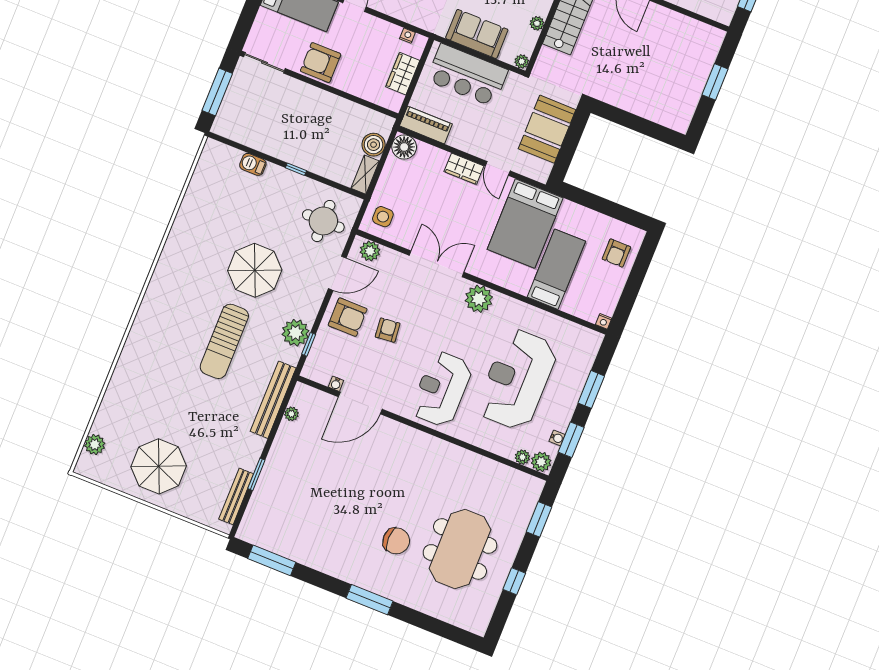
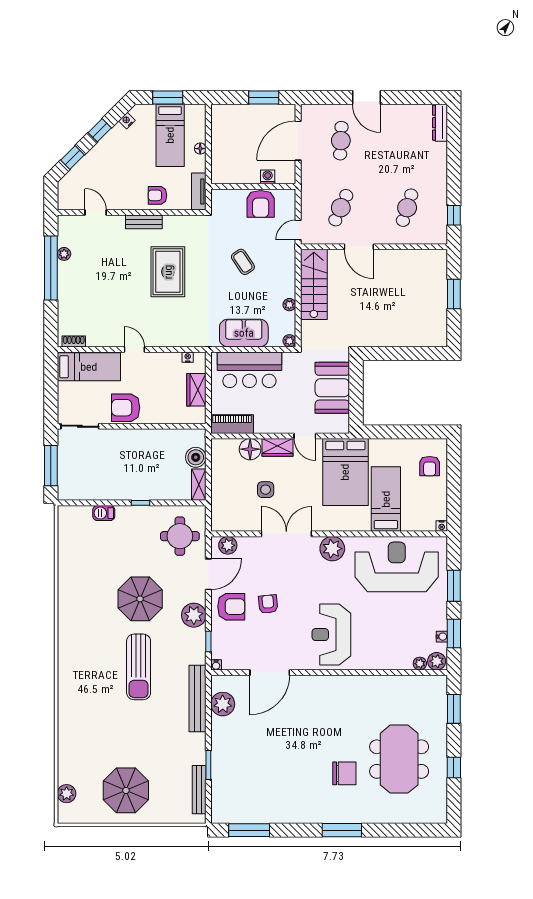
floor lamp: (404, 147) -> (250, 449), moved
side table: (383, 217) -> (266, 490), moved
plant: (295, 333) -> (194, 615), moved
reception desk: (517, 379) -> (397, 567), moved, turned 90
water cooler: (336, 384) -> (216, 665), moved
plant: (291, 414) -> (223, 704), width x1.87, depth x1.87

